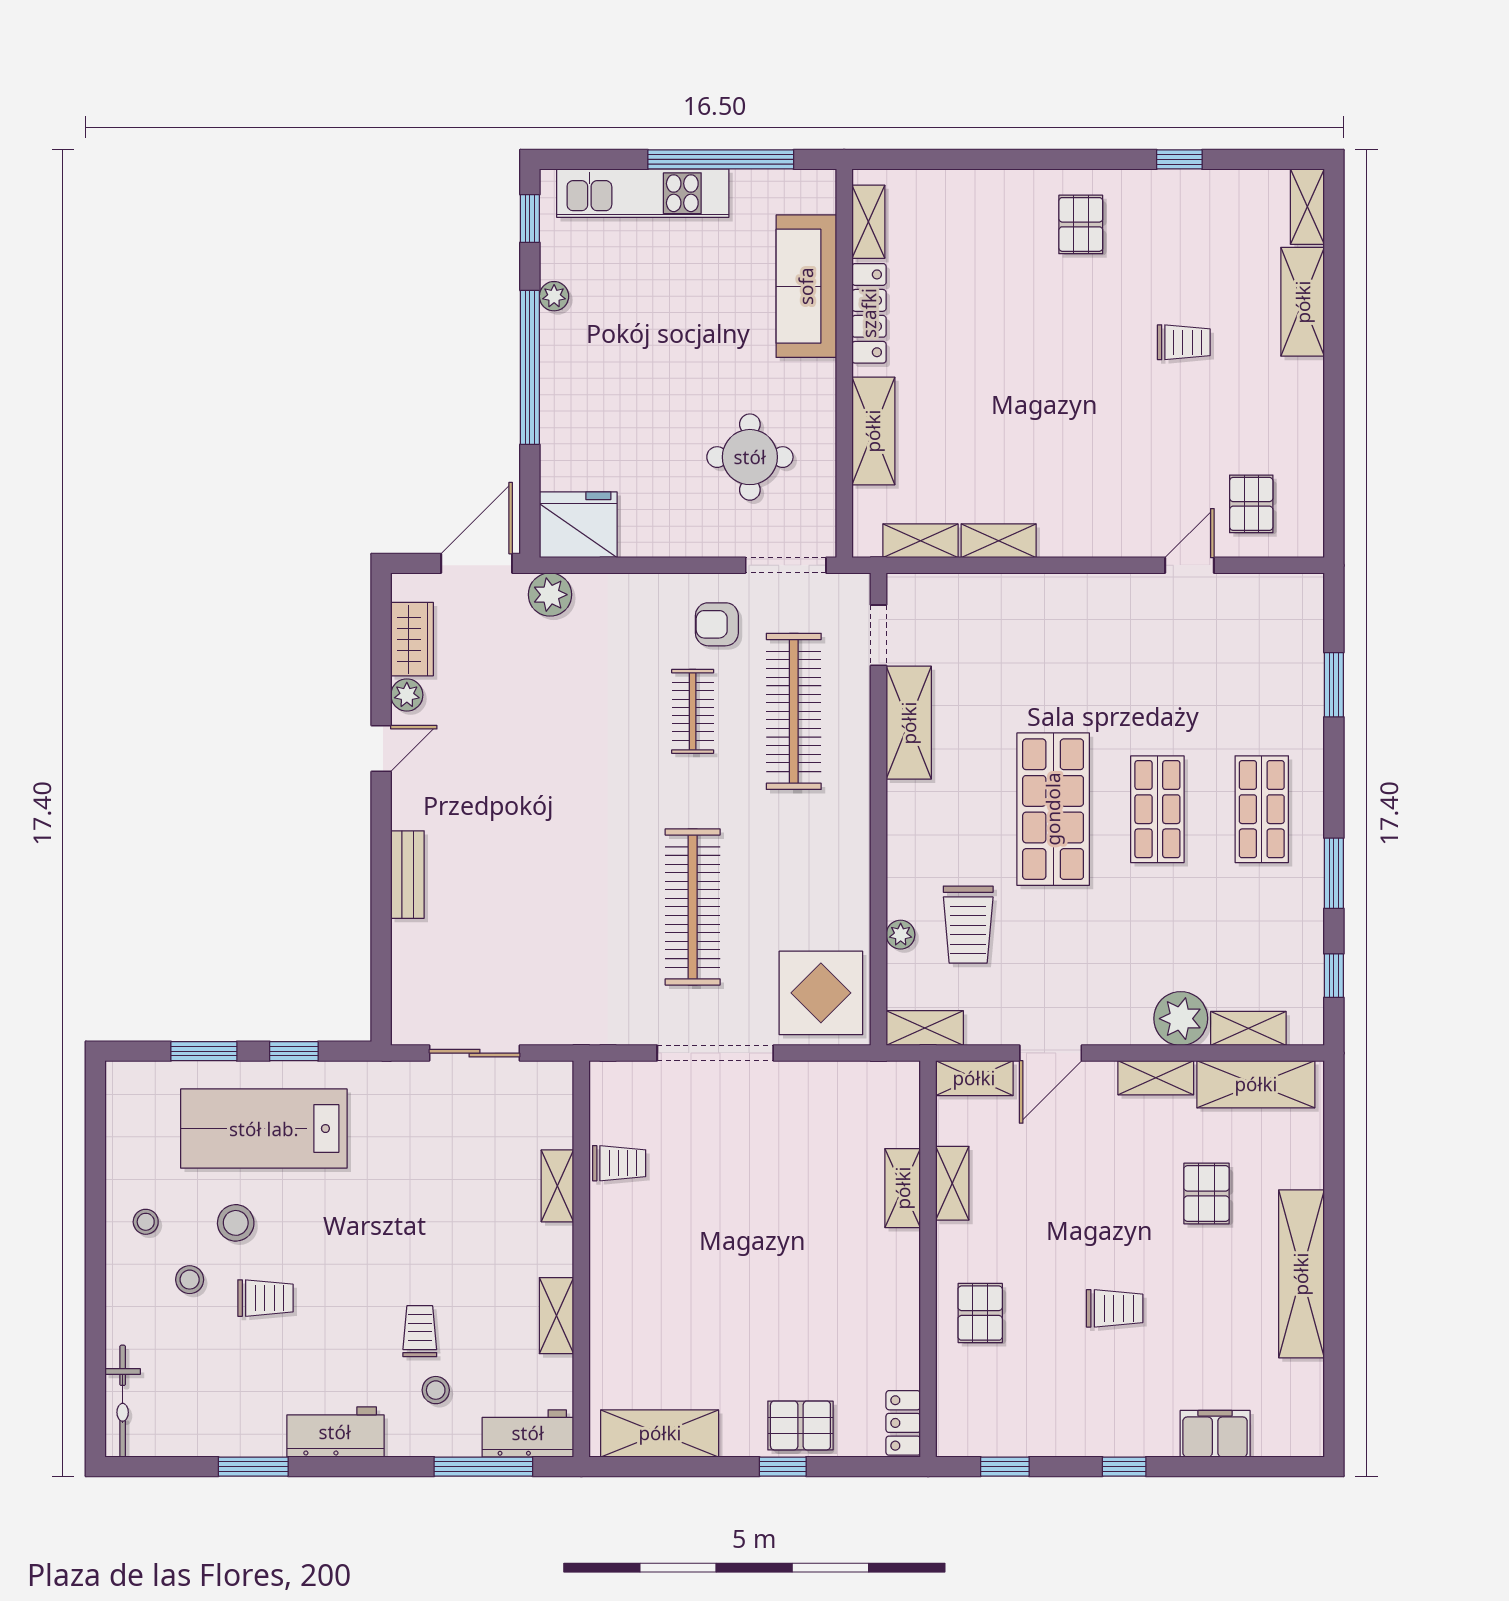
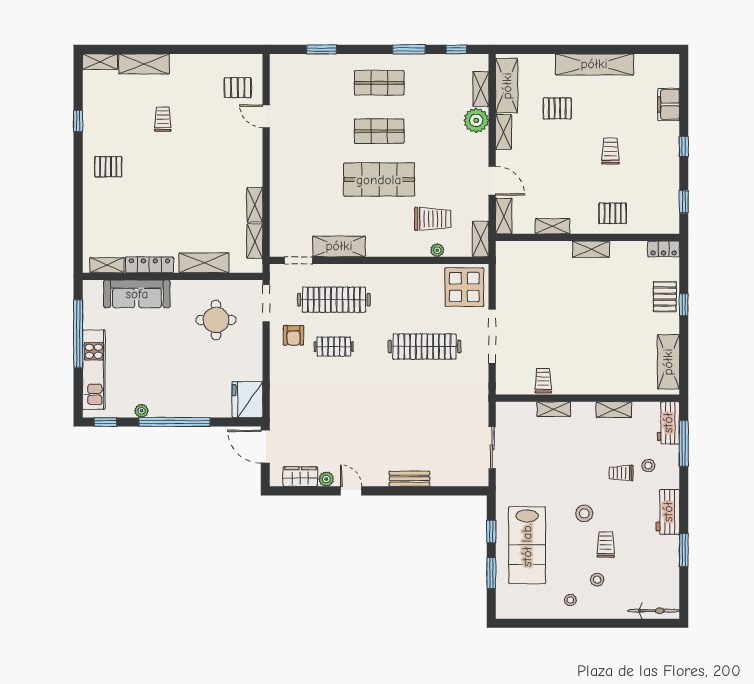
plant: (550, 595) -> (280, 413), removed
shelving: (903, 1188) -> (591, 249), moved
stool: (236, 1223) -> (584, 513), moved

